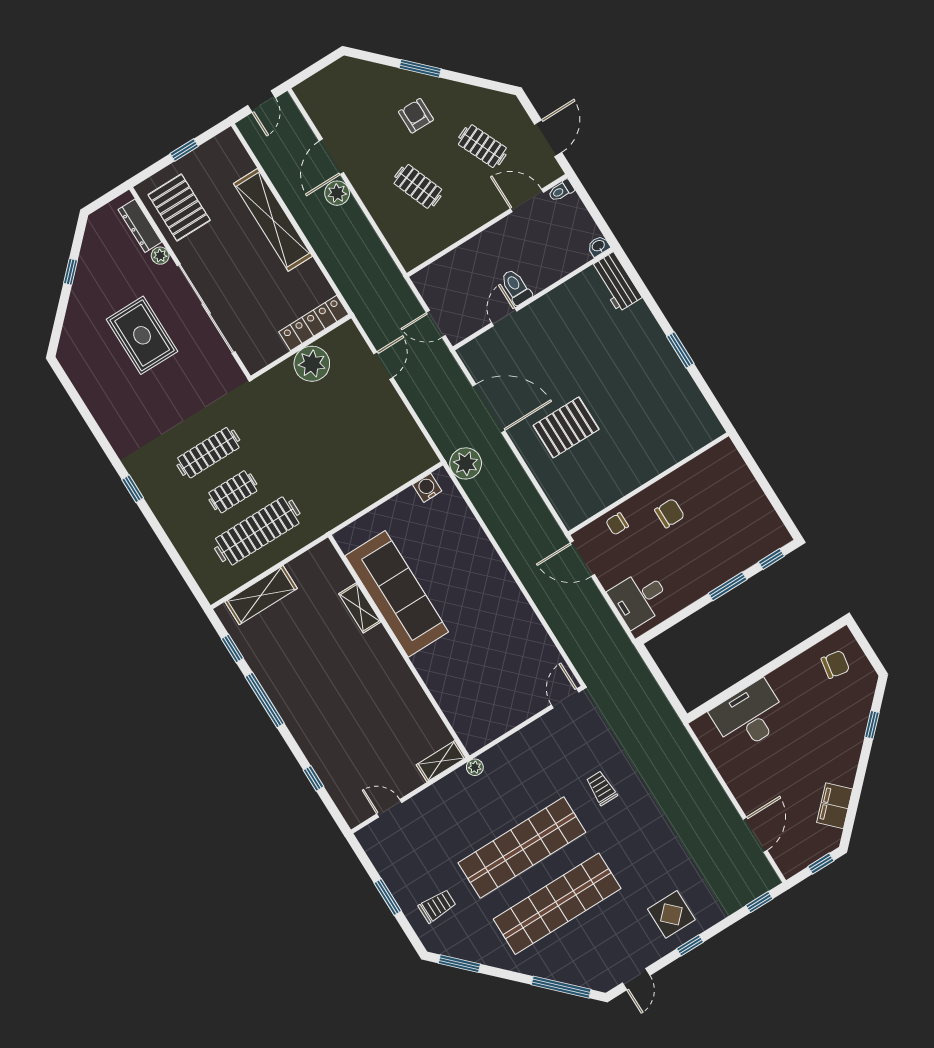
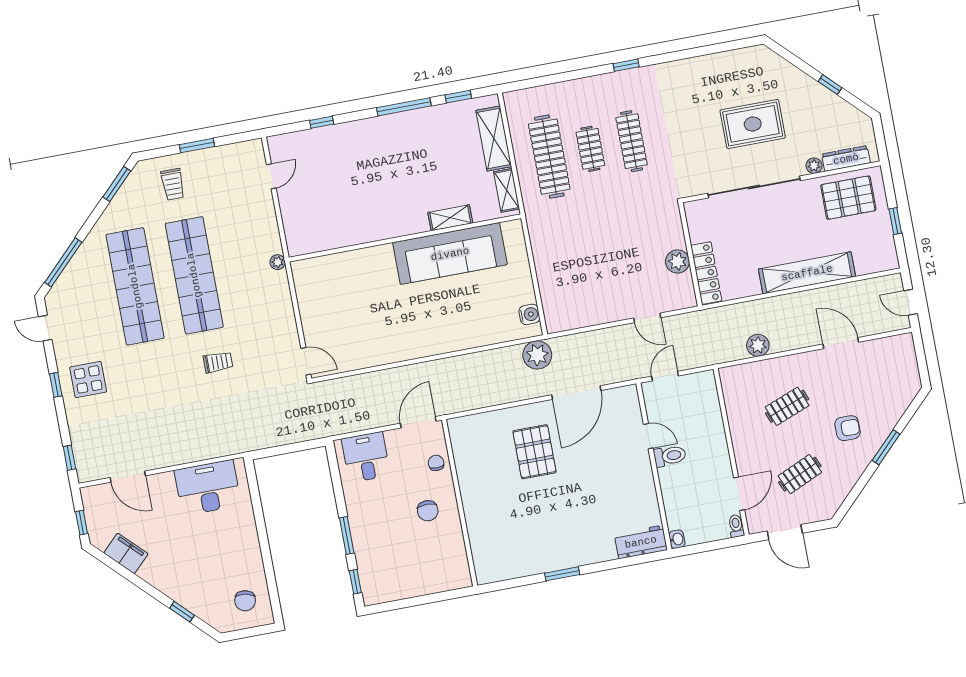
plant: (337, 193) -> (758, 345), moved
plant: (312, 364) -> (677, 261), width x0.73, depth x0.73
desk: (749, 716) -> (208, 488), moved, turned -90
shelving: (441, 761) -> (507, 190), moved

